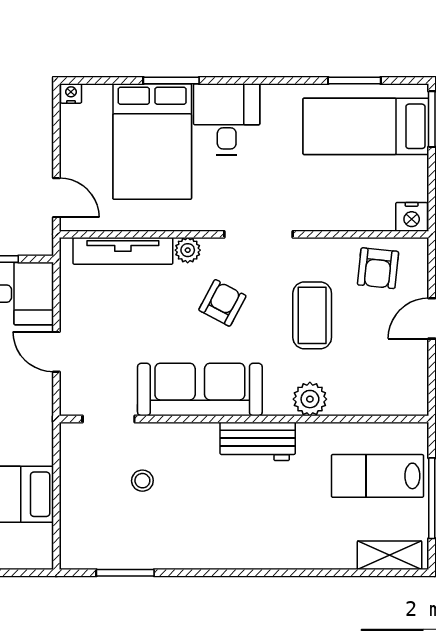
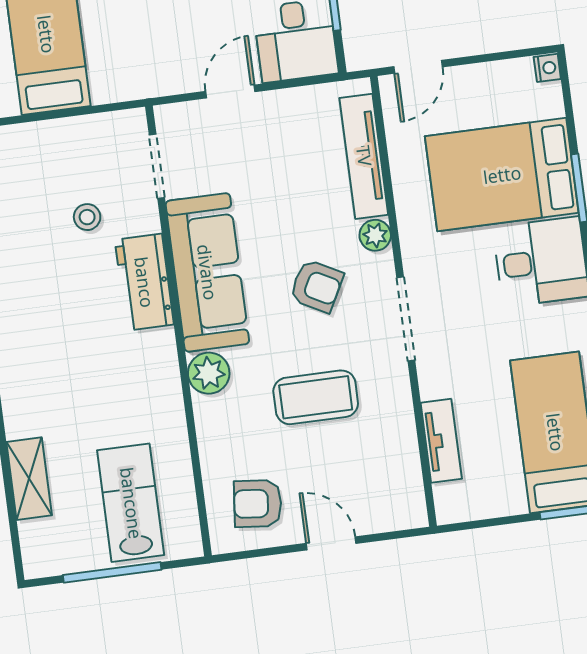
nightstand: (412, 217) -> (452, 503), removed
tv unit: (361, 219) -> (441, 441), added
armchair: (378, 268) -> (258, 504), moved
plant: (310, 399) -> (209, 373), moved
workbench: (258, 441) -> (144, 282), moved
shelving: (390, 555) -> (29, 479), moved

